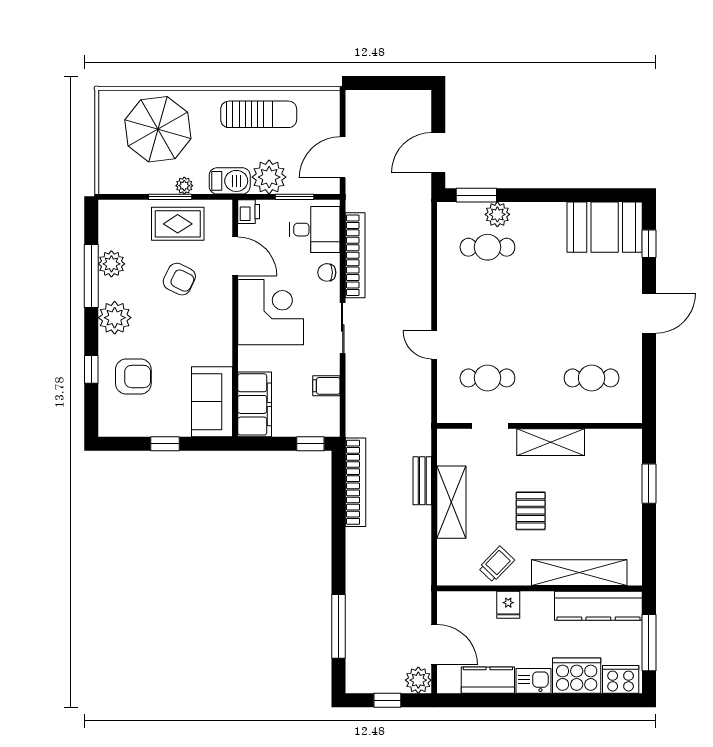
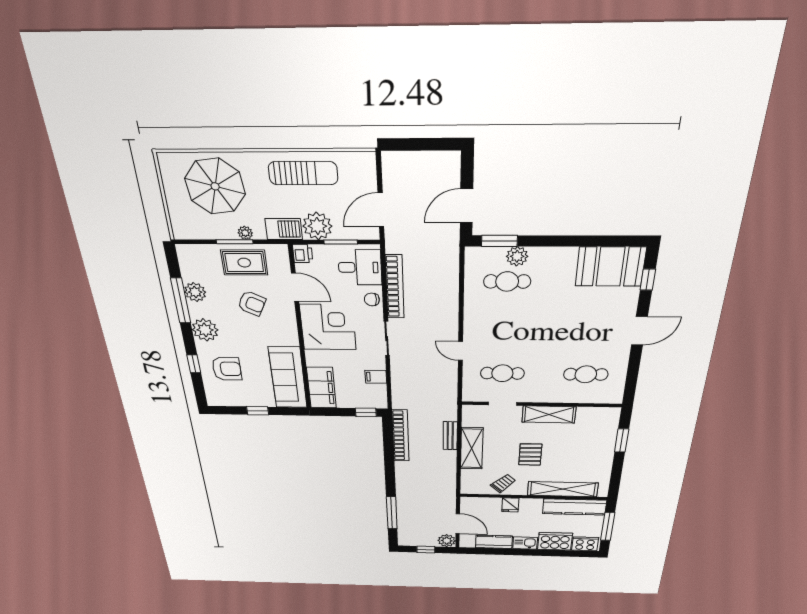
sofa: (212, 402) -> (288, 378), width x1.36

